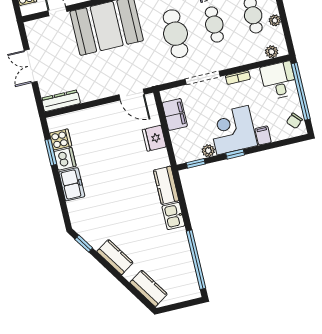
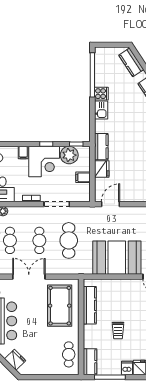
door: (132, 95) -> (110, 204), hinge flipped
filing cabinet: (175, 114) -> (83, 177), width x0.50
plant: (208, 151) -> (69, 155), width x1.88, depth x1.88
kitchen counter: (166, 185) -> (101, 147), moved
cooker: (178, 238) -> (101, 94), added

